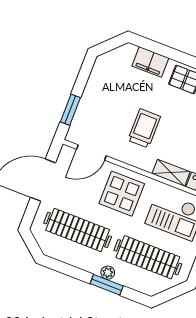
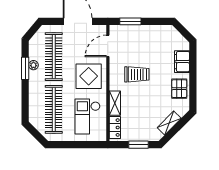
door: (91, 152) -> (108, 46), hinge flipped
plant: (108, 273) -> (33, 65), moved
window: (107, 285) -> (25, 68), moved

